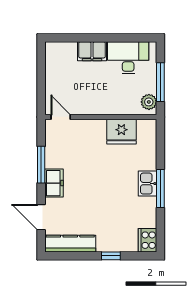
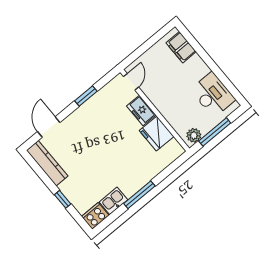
filing cabinet: (92, 51) -> (181, 47), moved
window: (41, 165) -> (86, 96), width x0.69
freezer: (54, 183) -> (141, 110), moved, turned 90
kitchen sink: (148, 184) -> (113, 201), moved

